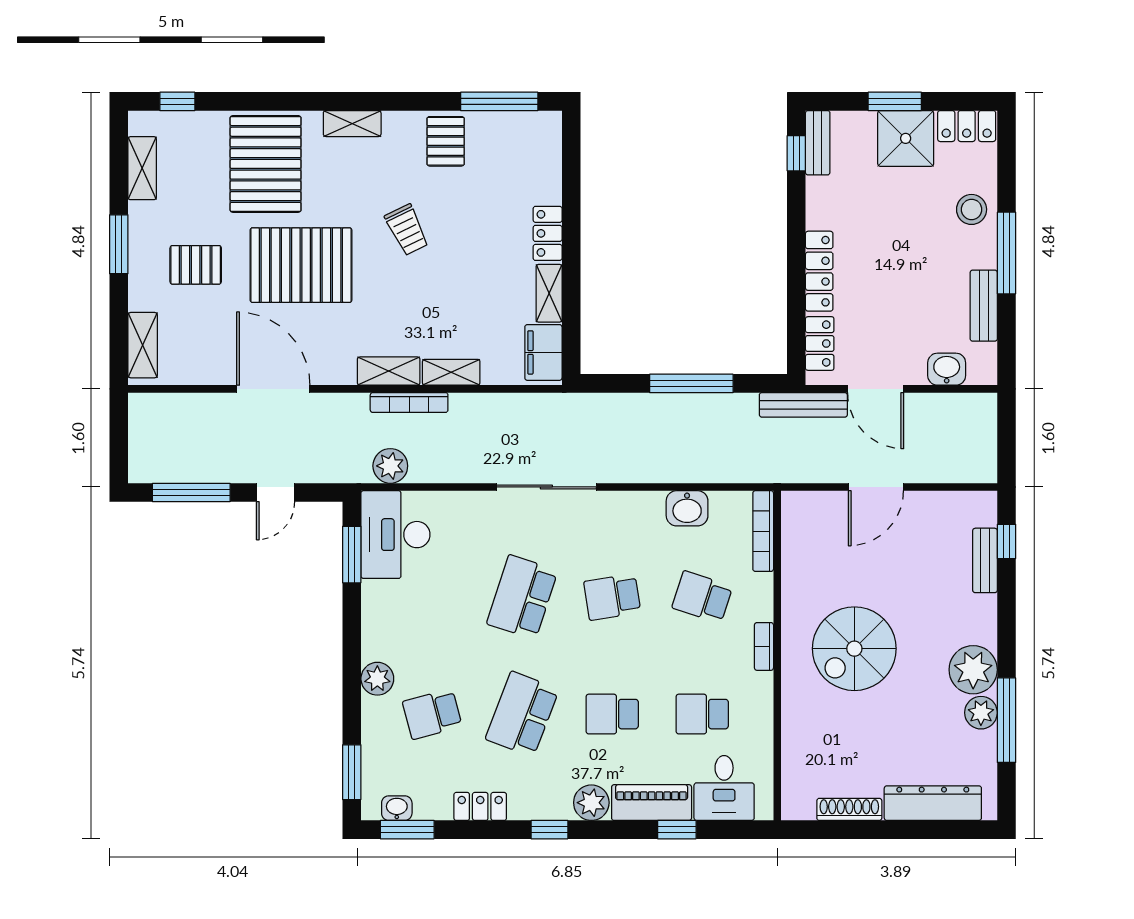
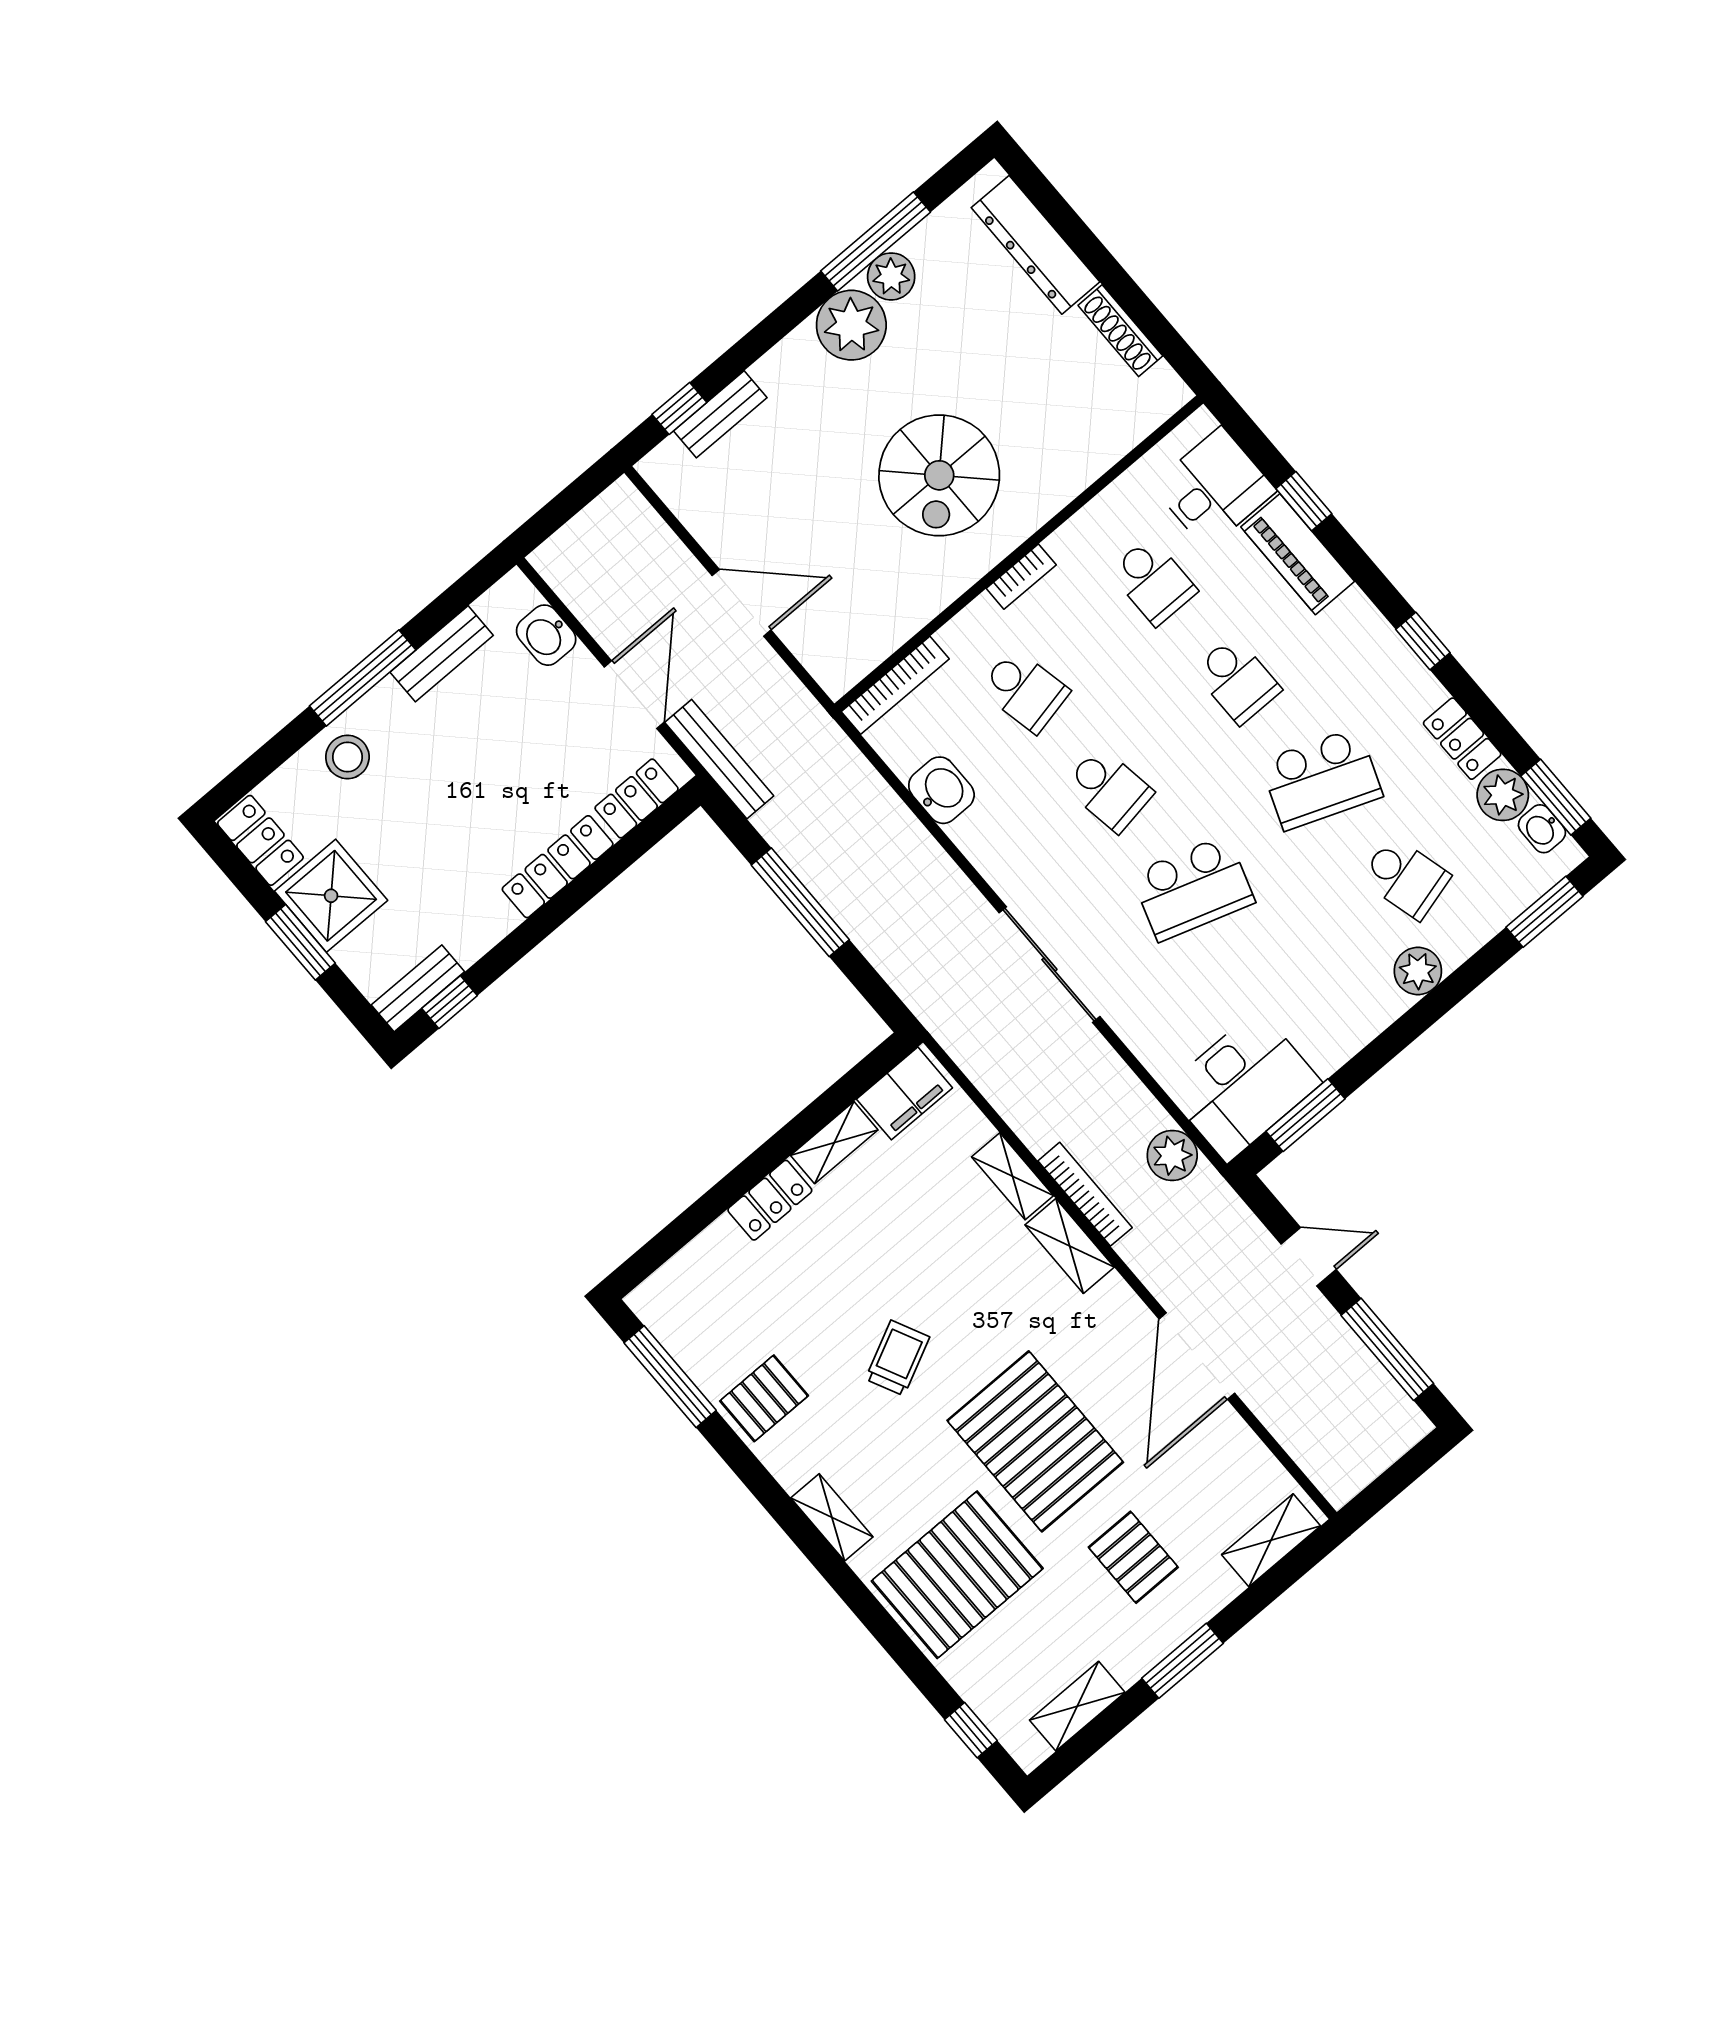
school desk: (702, 597) -> (1025, 691), turned -30
spiral stairs: (854, 649) -> (939, 475), turned 90
plant: (591, 803) -> (1503, 795), moved

